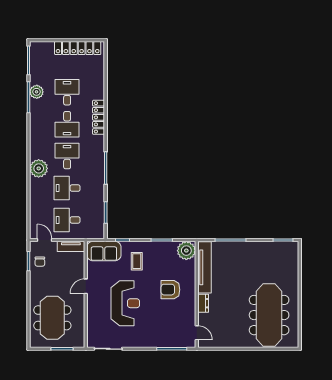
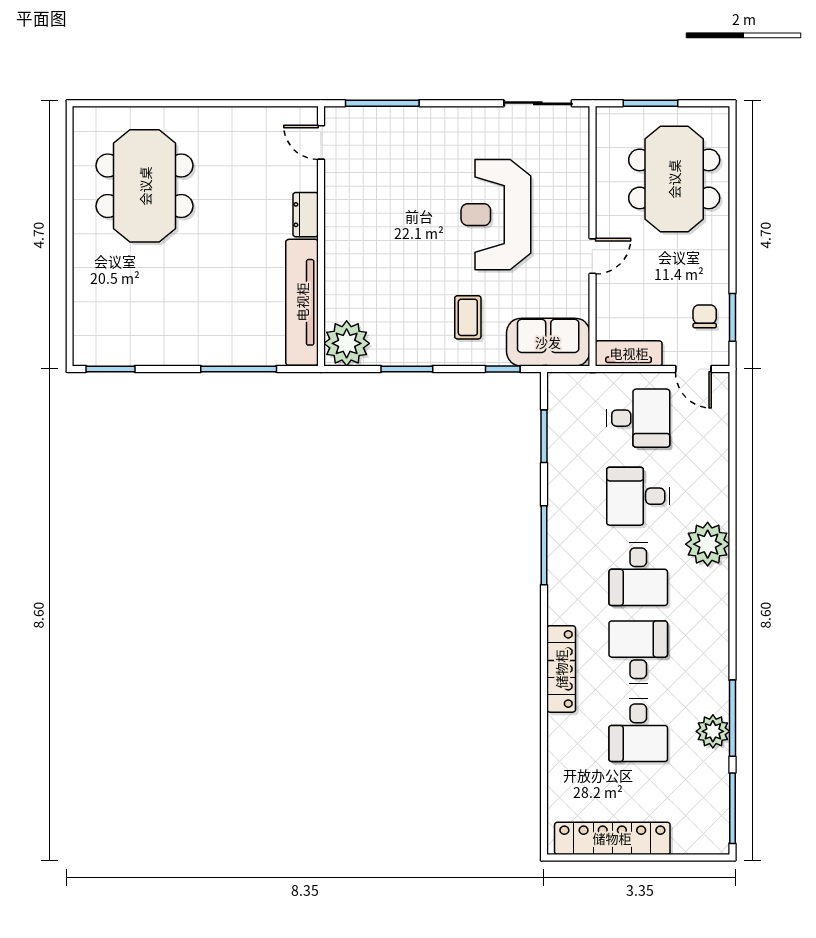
desk: (67, 188) -> (638, 496), turned 180
armchair: (170, 290) -> (386, 248), removed
meeting table: (269, 315) -> (145, 186), width x0.73

